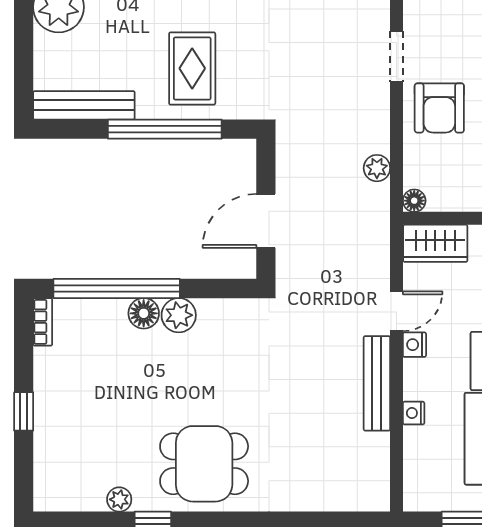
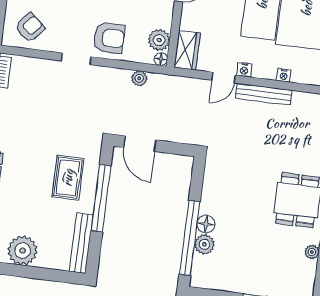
rug: (192, 68) -> (68, 178), turned 90
plant: (446, 194) -> (159, 40), added
door: (266, 221) -> (140, 144), moved
door: (397, 311) -> (224, 78), swing flipped
plant: (179, 315) -> (204, 244), moved
bookcase: (43, 322) -> (203, 283), removed

